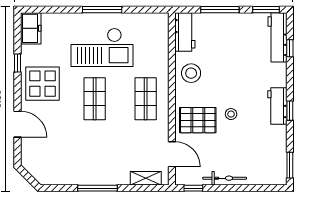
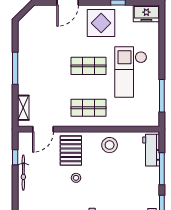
window: (102, 10) -> (162, 96), moved
workbench: (185, 32) -> (151, 150), moved, turned 90
window: (193, 188) -> (15, 157), moved

